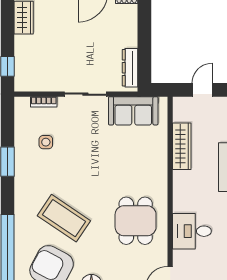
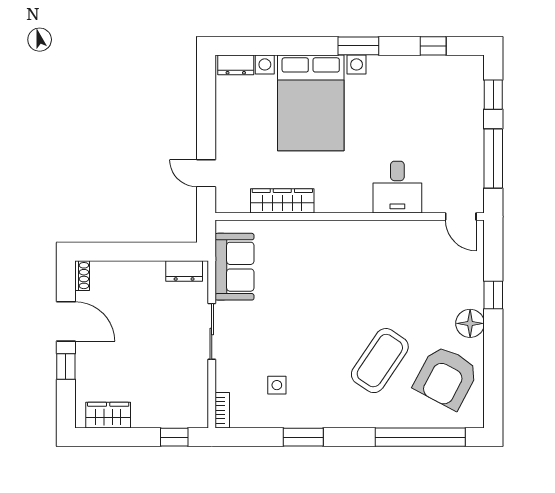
dresser: (130, 68) -> (184, 271), width x0.70
bookcase: (44, 102) -> (222, 410), moved
dining table: (136, 221) -> (383, 263), removed

